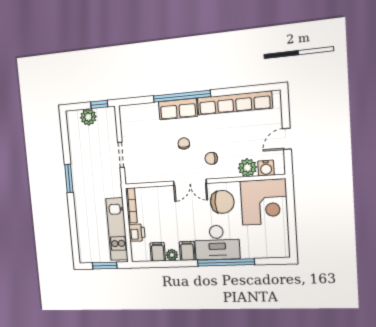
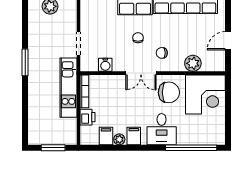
water cooler: (266, 168) -> (105, 65), moved
kitchen unit: (117, 229) -> (68, 88), moved
desk: (217, 243) -> (162, 129), width x0.73
window: (226, 262) -> (191, 148), moved

